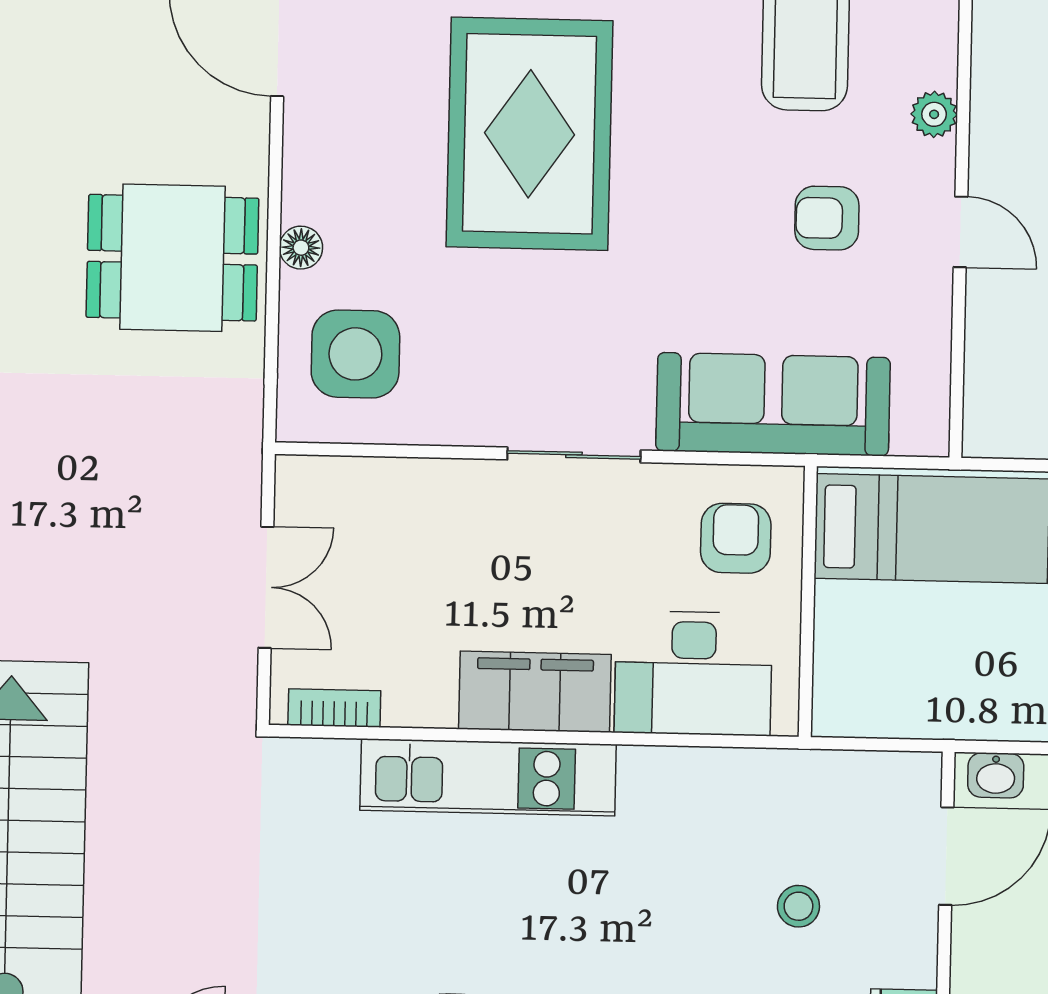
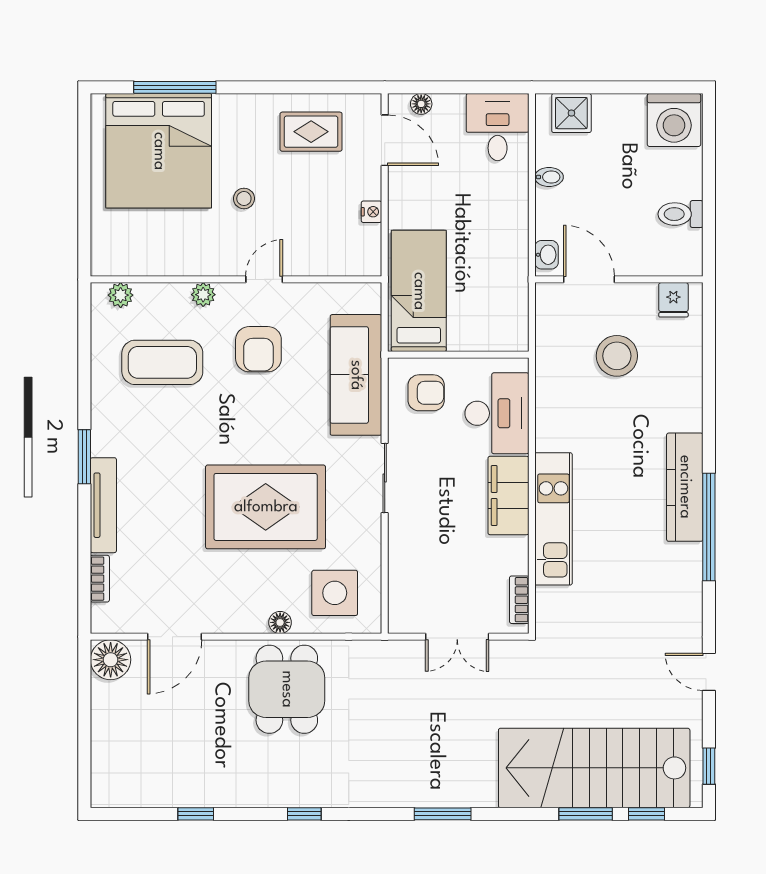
rug: (529, 134) -> (266, 507), moved
armchair: (827, 218) -> (258, 349), width x1.38, depth x1.38
armchair: (736, 538) -> (426, 393), turned 180
double door: (266, 587) -> (457, 637), swing flipped
stool: (798, 906) -> (617, 356), width x1.89, depth x1.89

